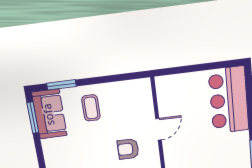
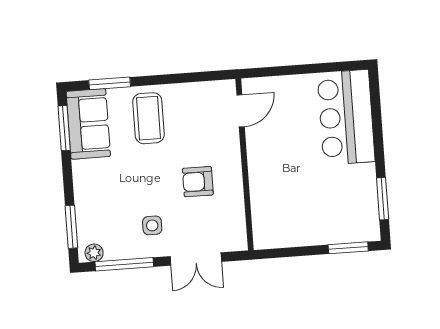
coffee table: (91, 108) -> (148, 118), width x1.36, depth x1.30
door: (159, 129) -> (241, 111), moved

